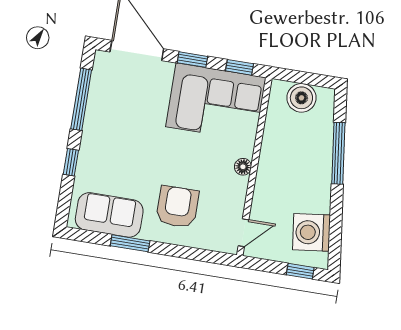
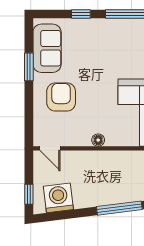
armchair: (177, 207) -> (61, 97), turned -90

